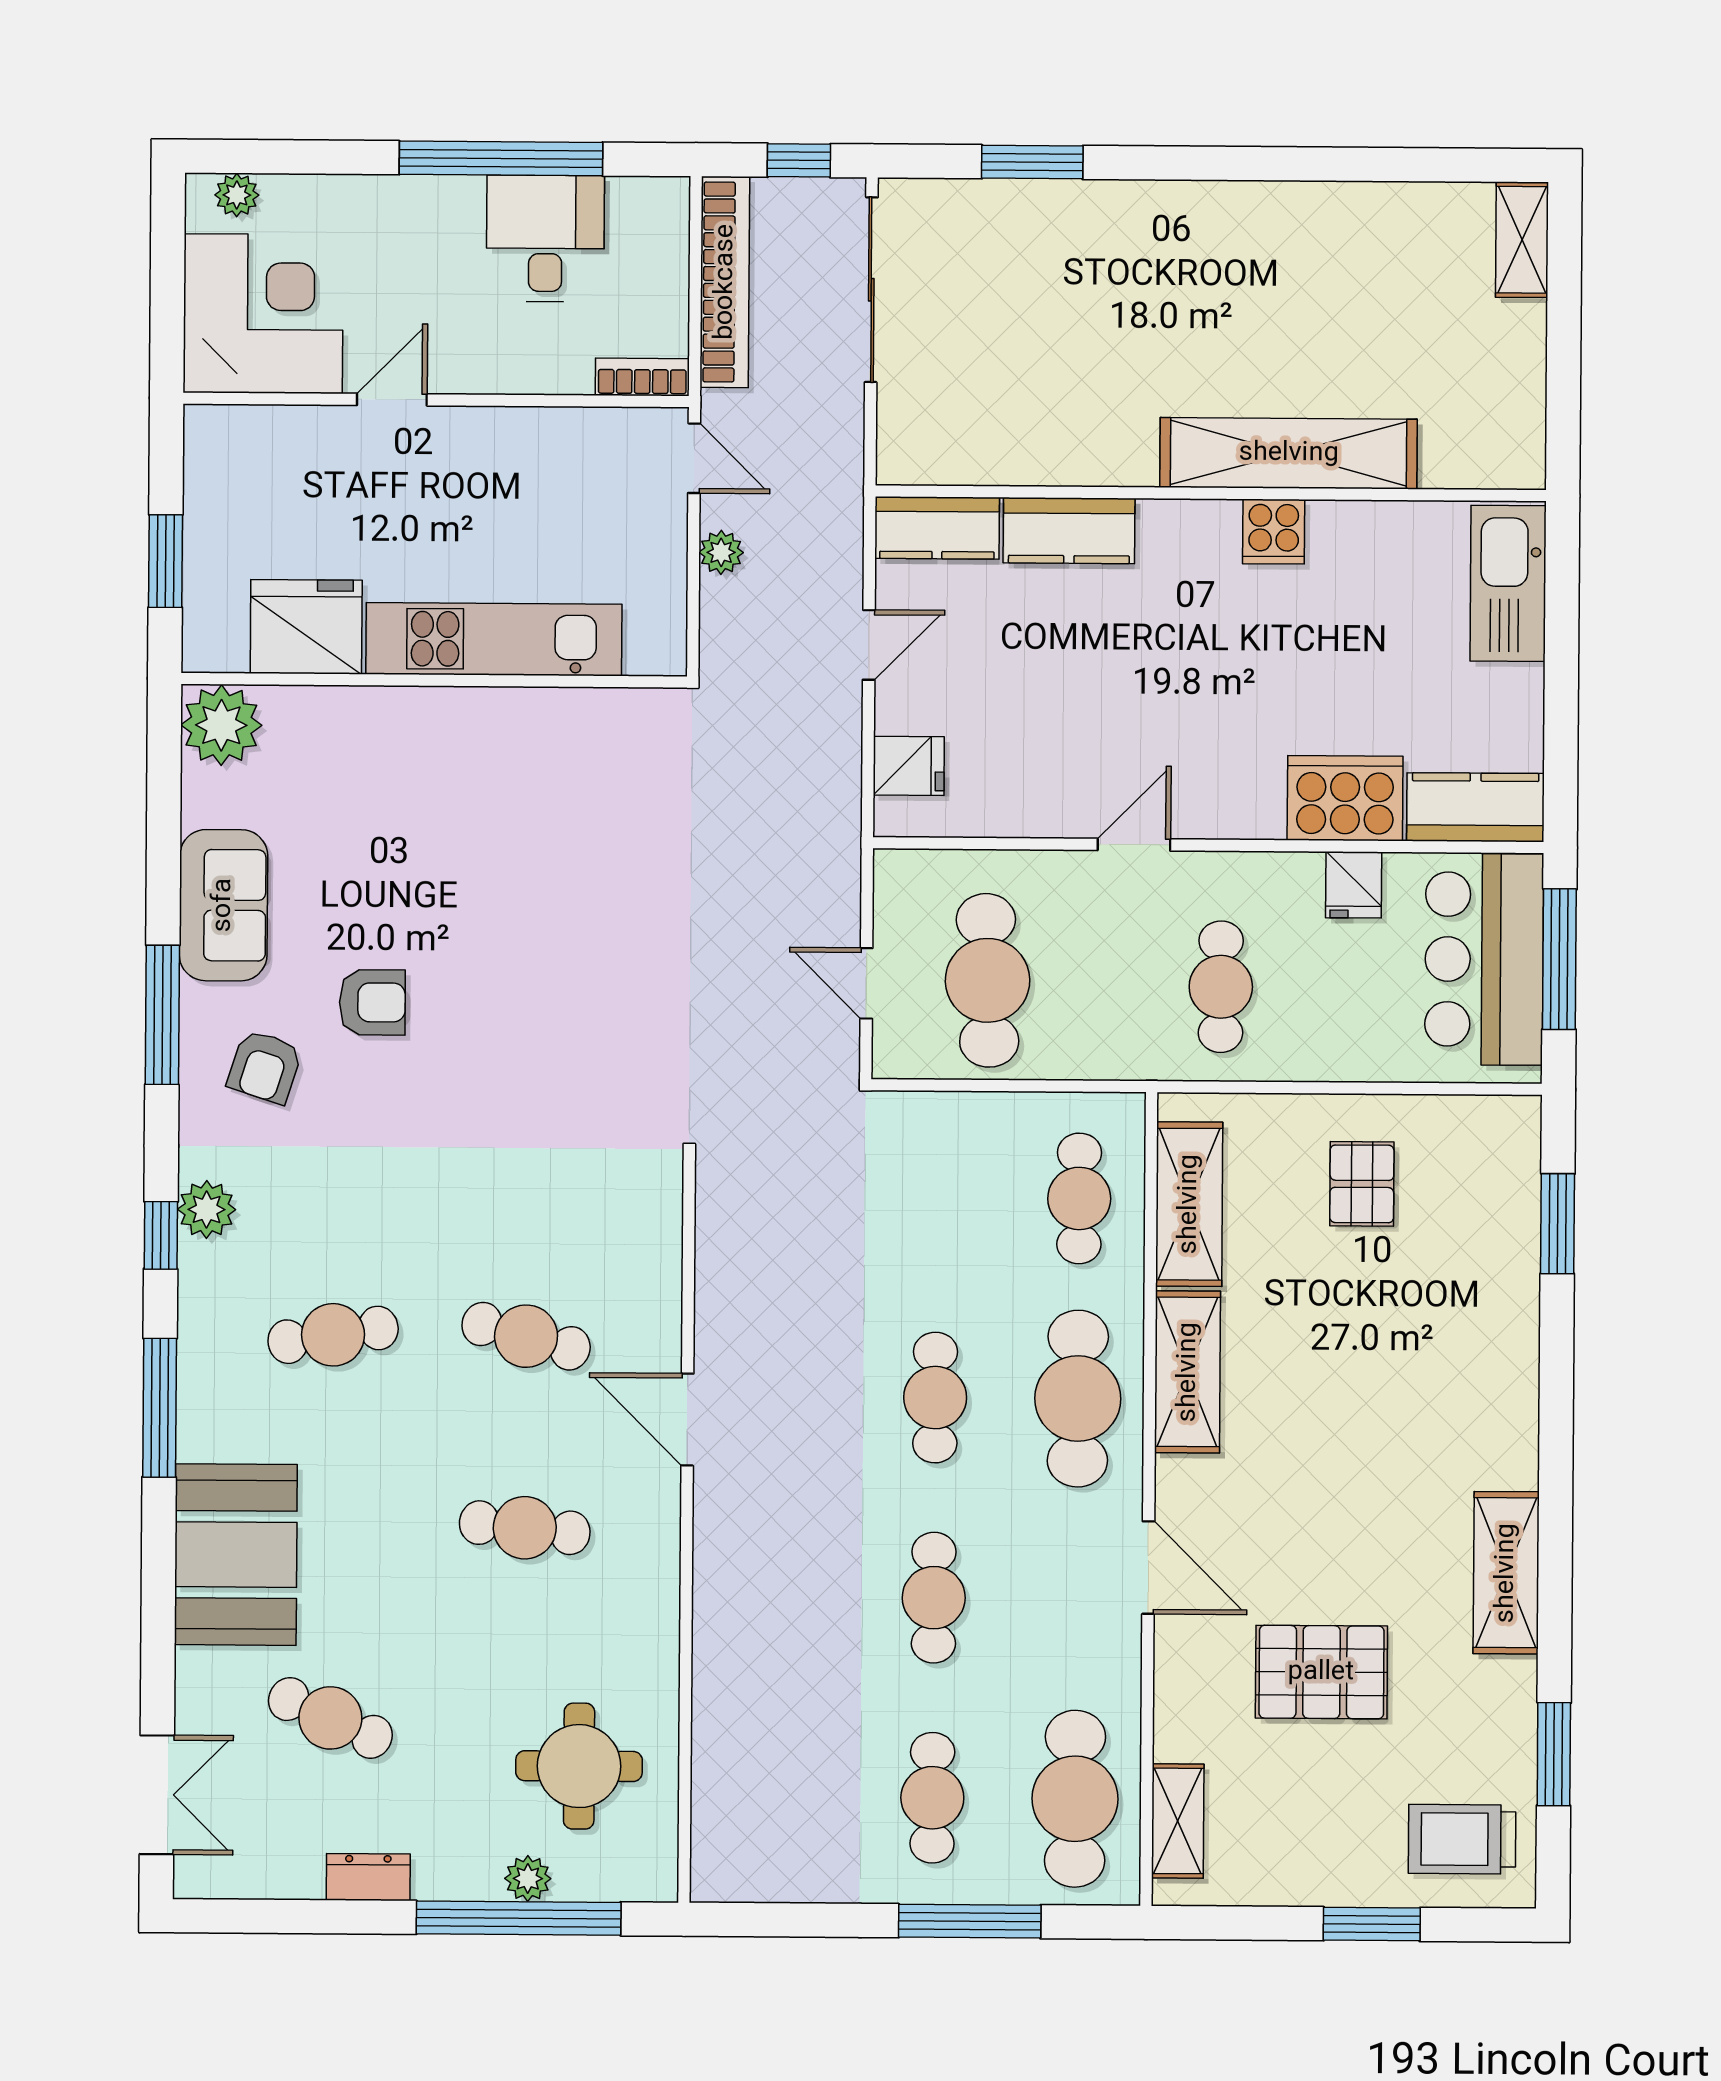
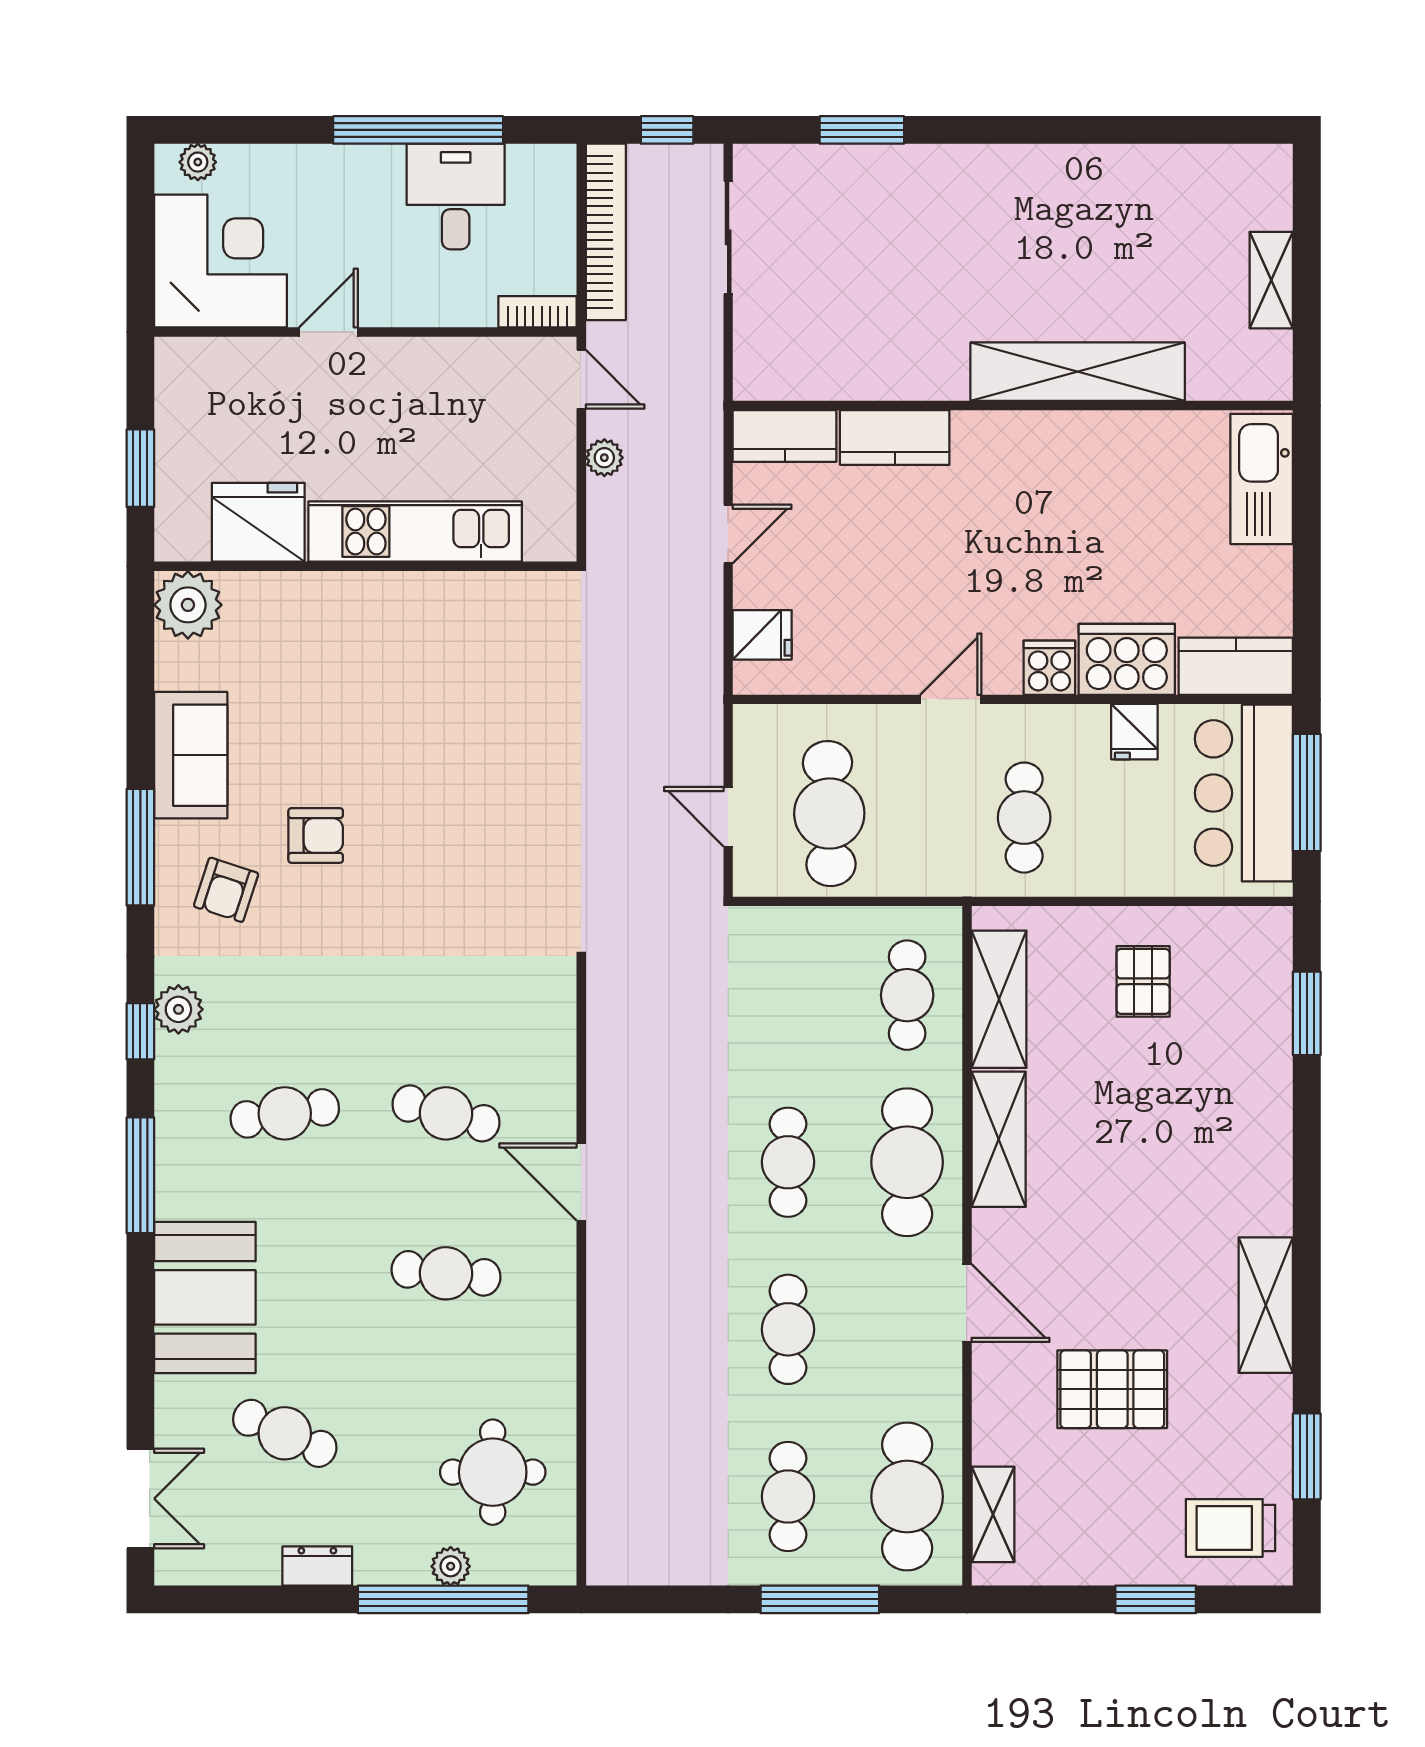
shelving: (1522, 240) -> (1271, 280), moved
sliding door: (871, 290) -> (728, 237), width x0.73
cooker: (1274, 532) -> (1049, 668), moved, turned 180

